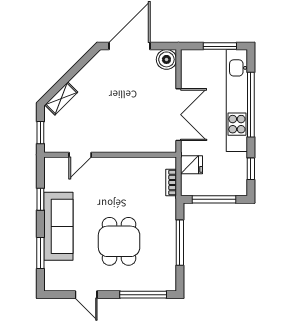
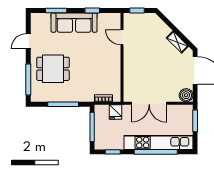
window: (220, 46) -> (195, 121), moved
shelving: (61, 98) -> (177, 42), moved
dining table: (119, 241) -> (53, 69), moved

